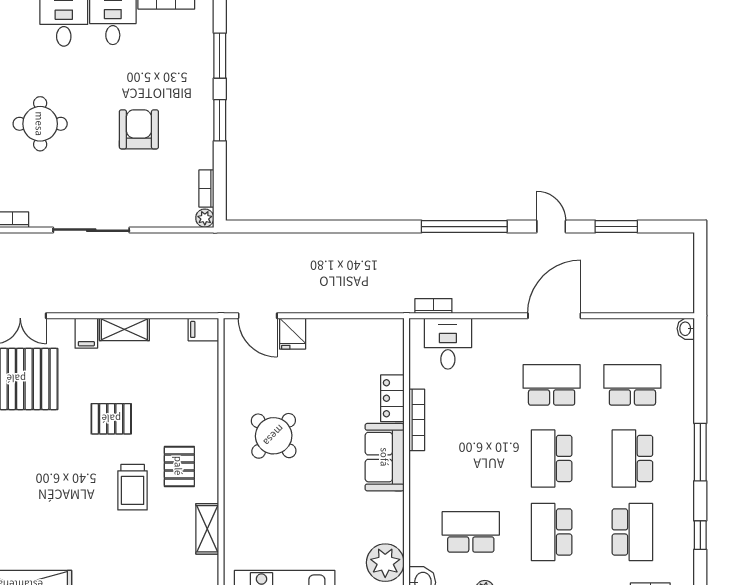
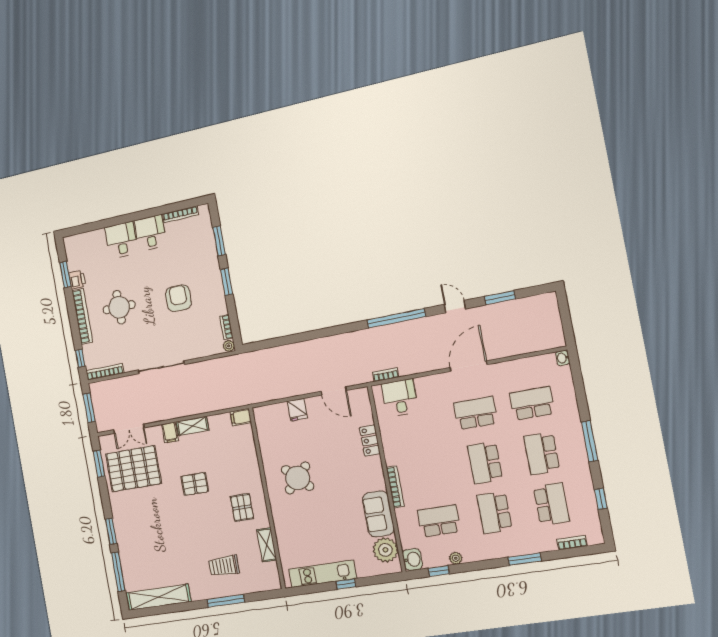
door: (258, 316) -> (334, 391), moved
bookcase: (417, 420) -> (395, 487), moved
sofa: (385, 457) -> (378, 514), moved
trolley: (133, 487) -> (224, 566), moved, turned 90

